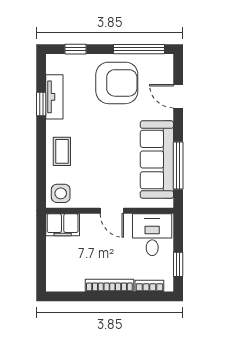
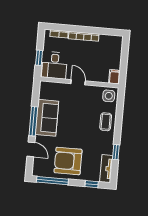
tv unit: (54, 97) -> (106, 169), moved
sofa: (157, 160) -> (47, 118), width x0.73
window: (178, 165) -> (33, 121), moved
filing cabinet: (63, 225) -> (114, 77), width x0.50
window: (178, 264) -> (39, 58), moved

